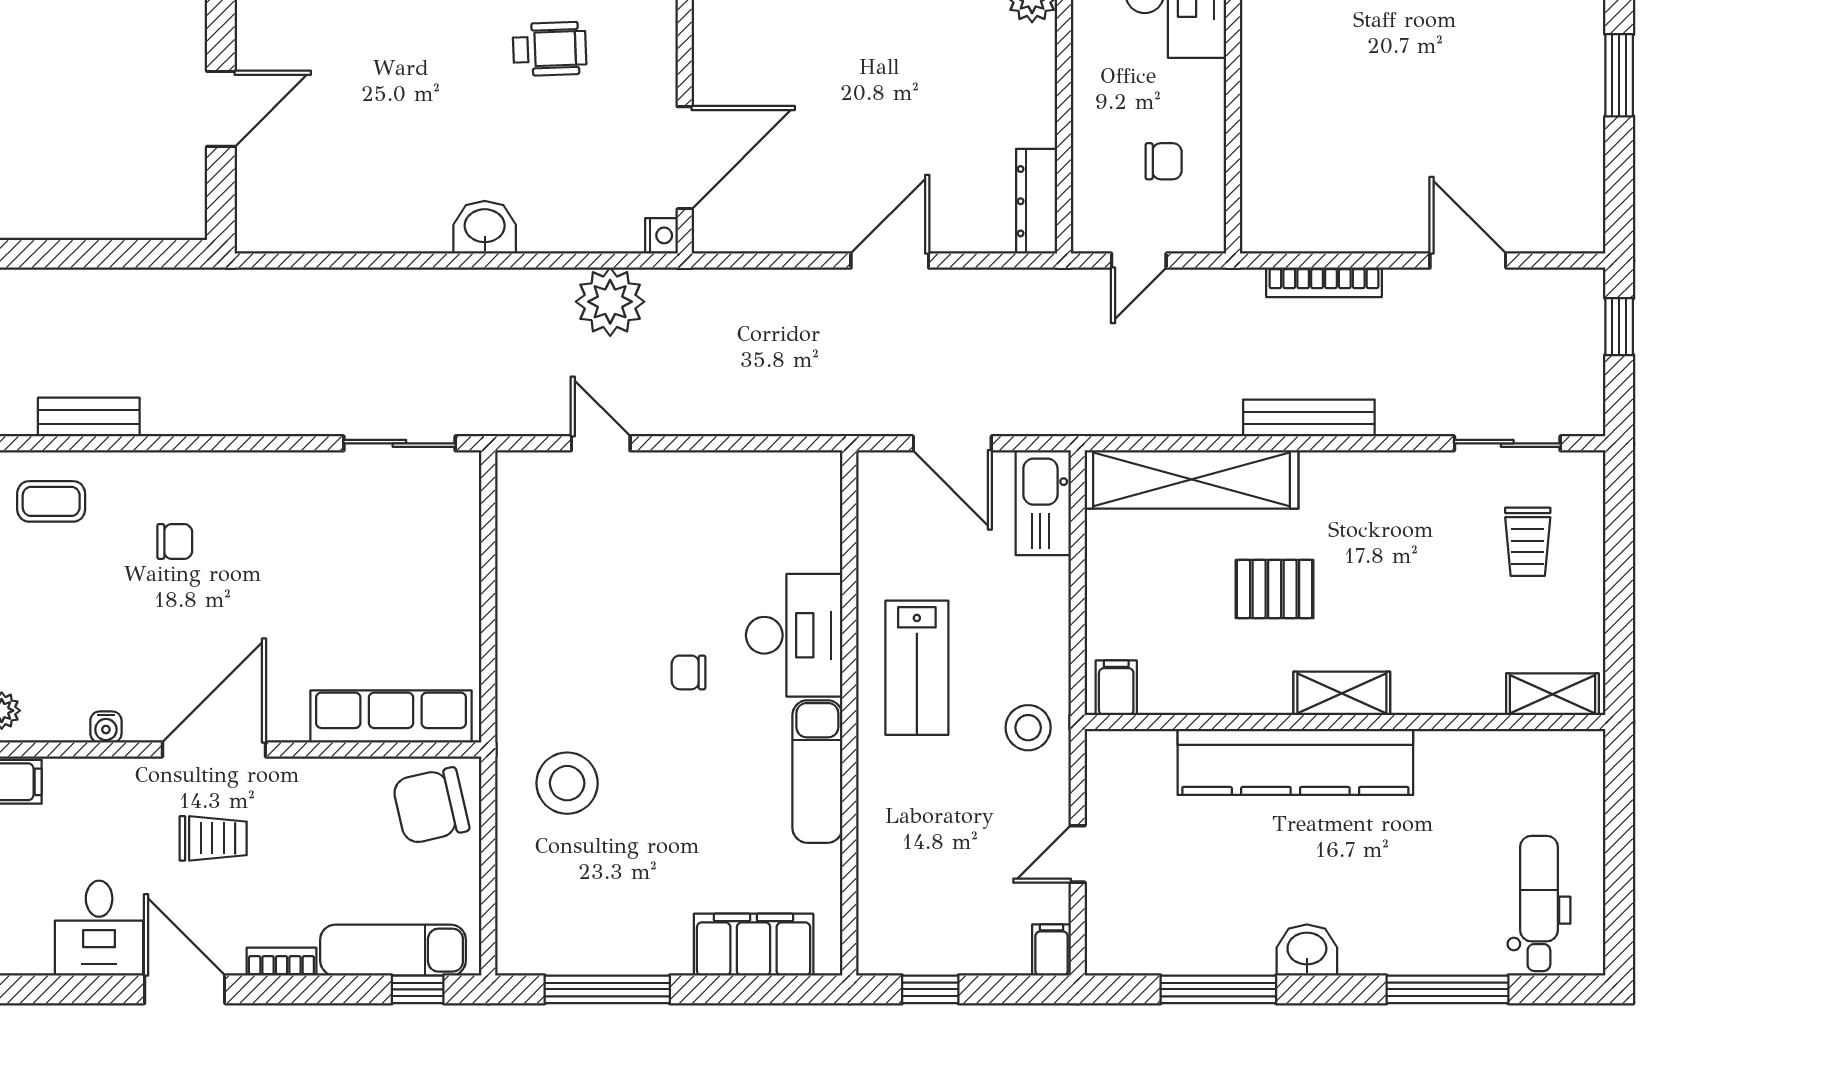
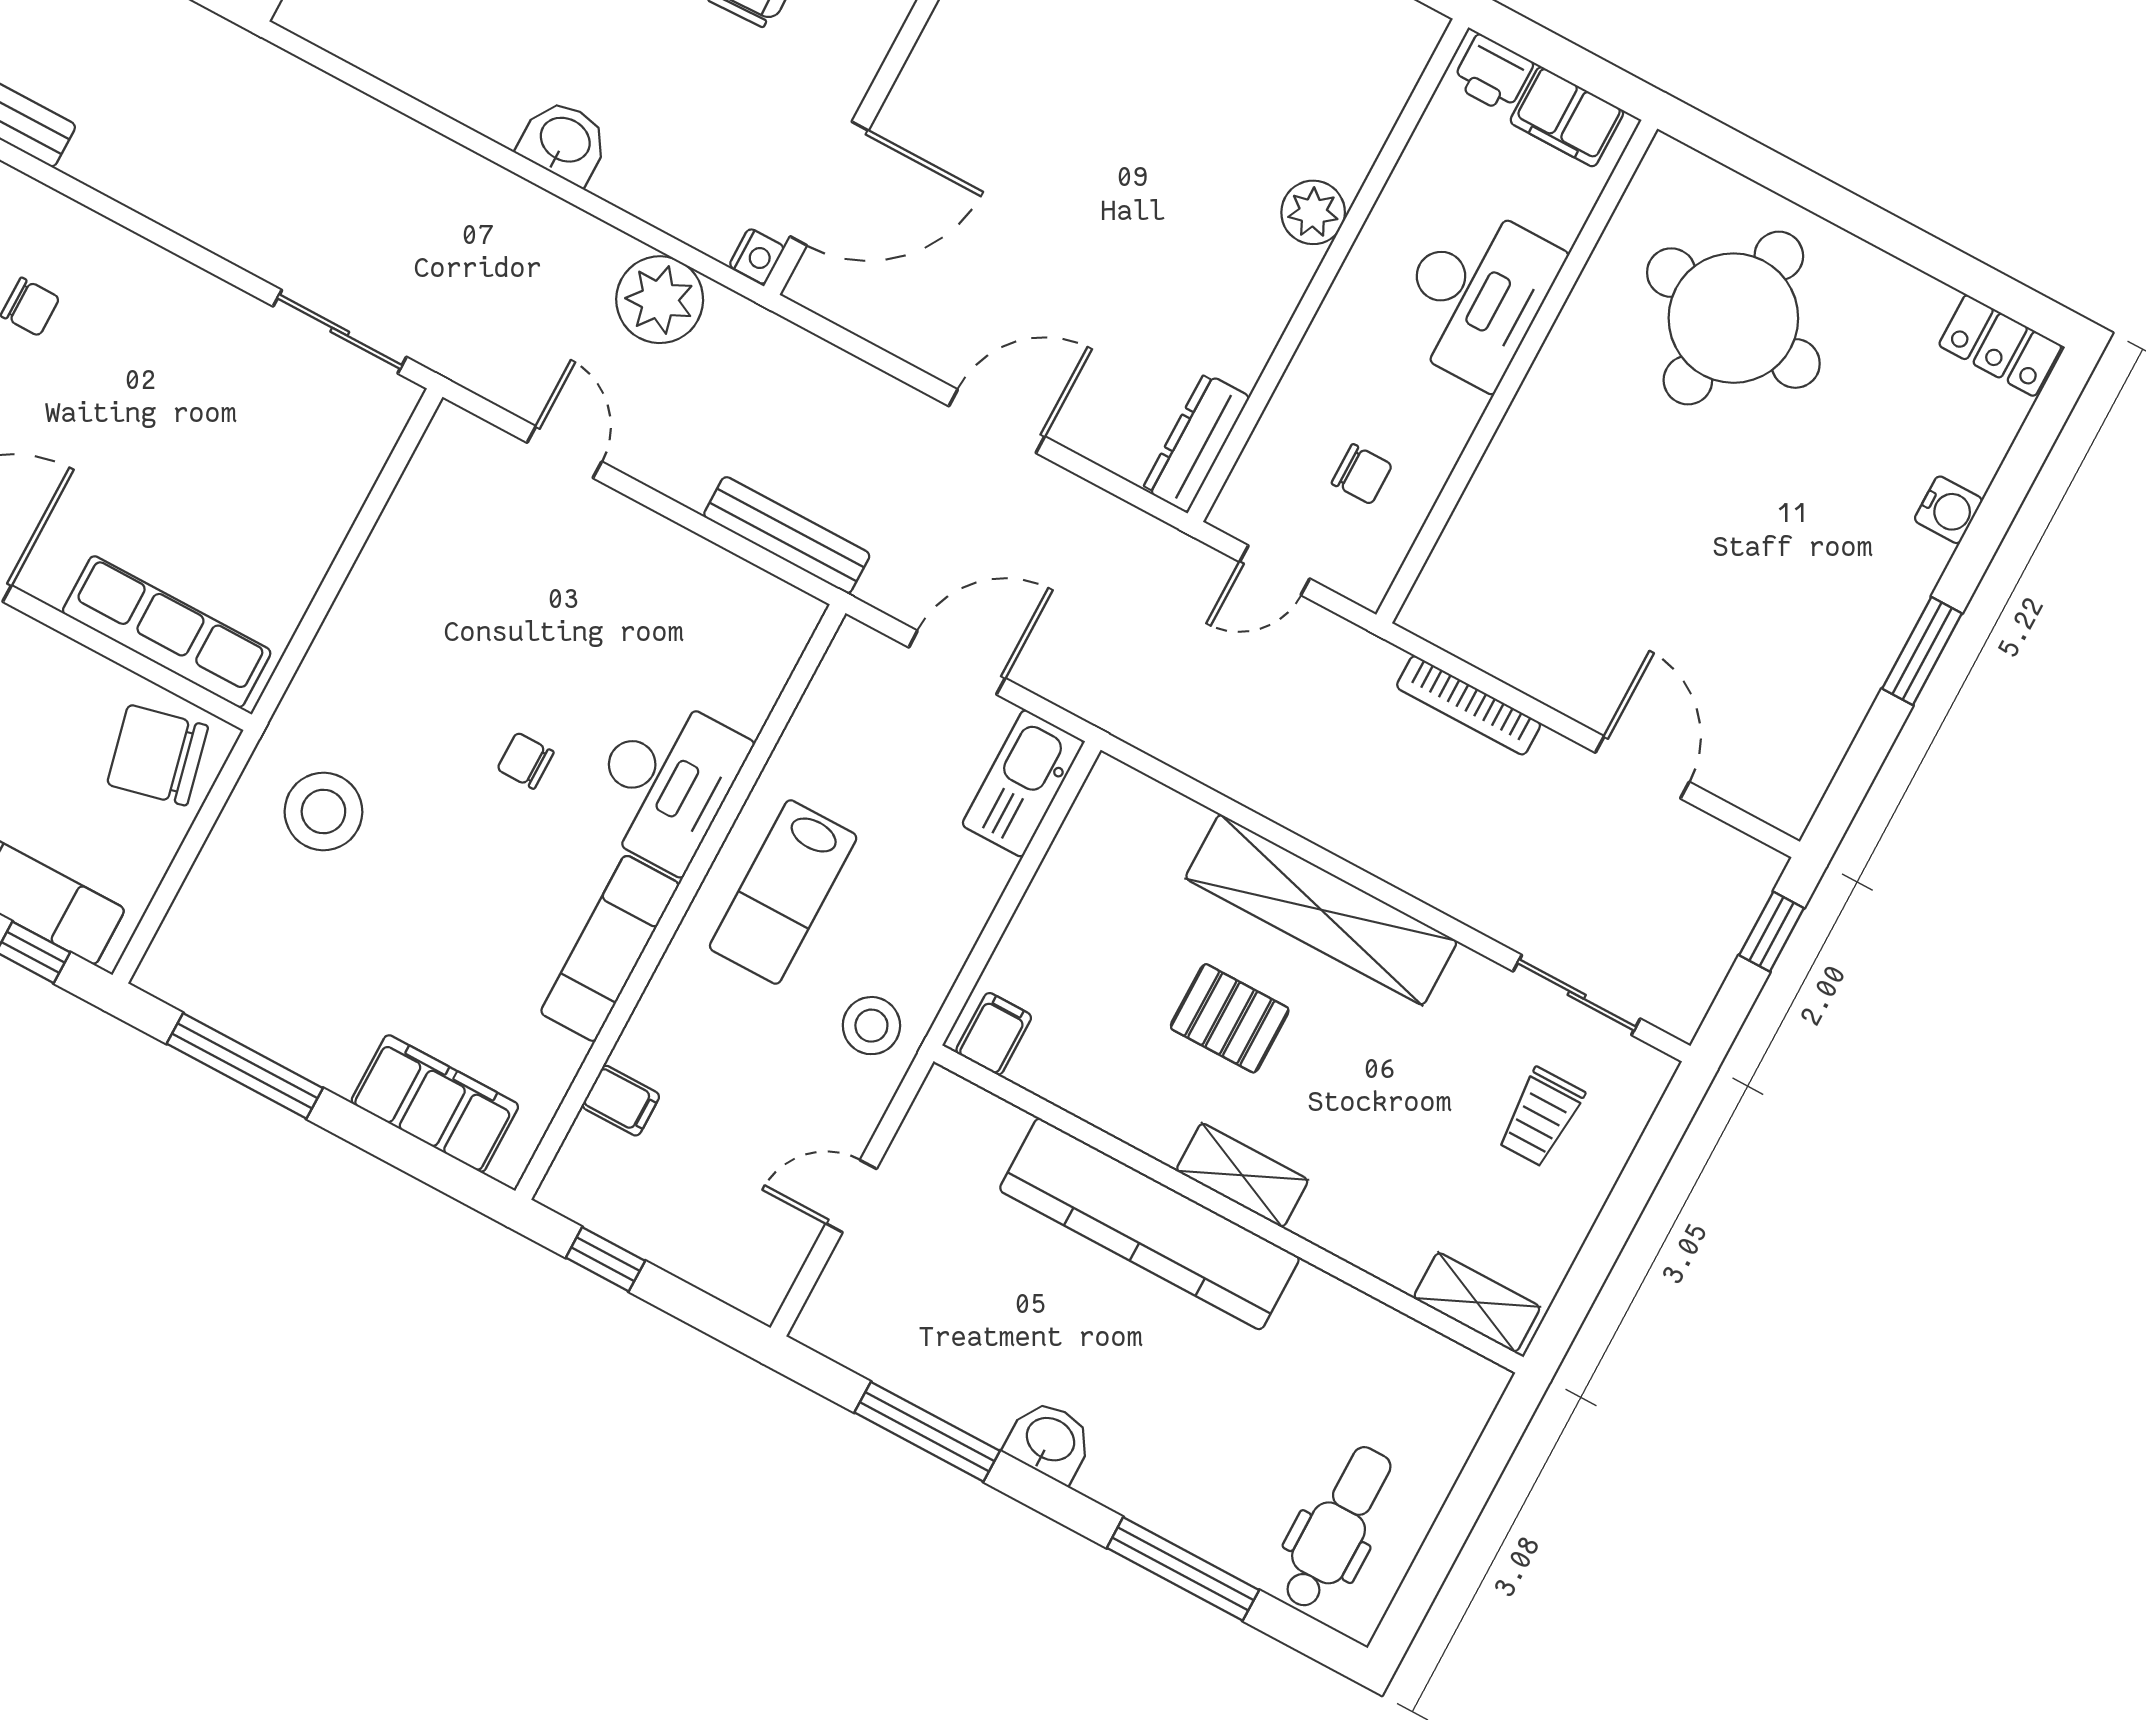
bench: (1309, 418) -> (787, 535), moved
door: (952, 443) -> (957, 663), swing flipped
shelving: (1191, 479) -> (1321, 910), moved
filing cabinet: (1052, 950) -> (621, 1101), moved, turned 90

